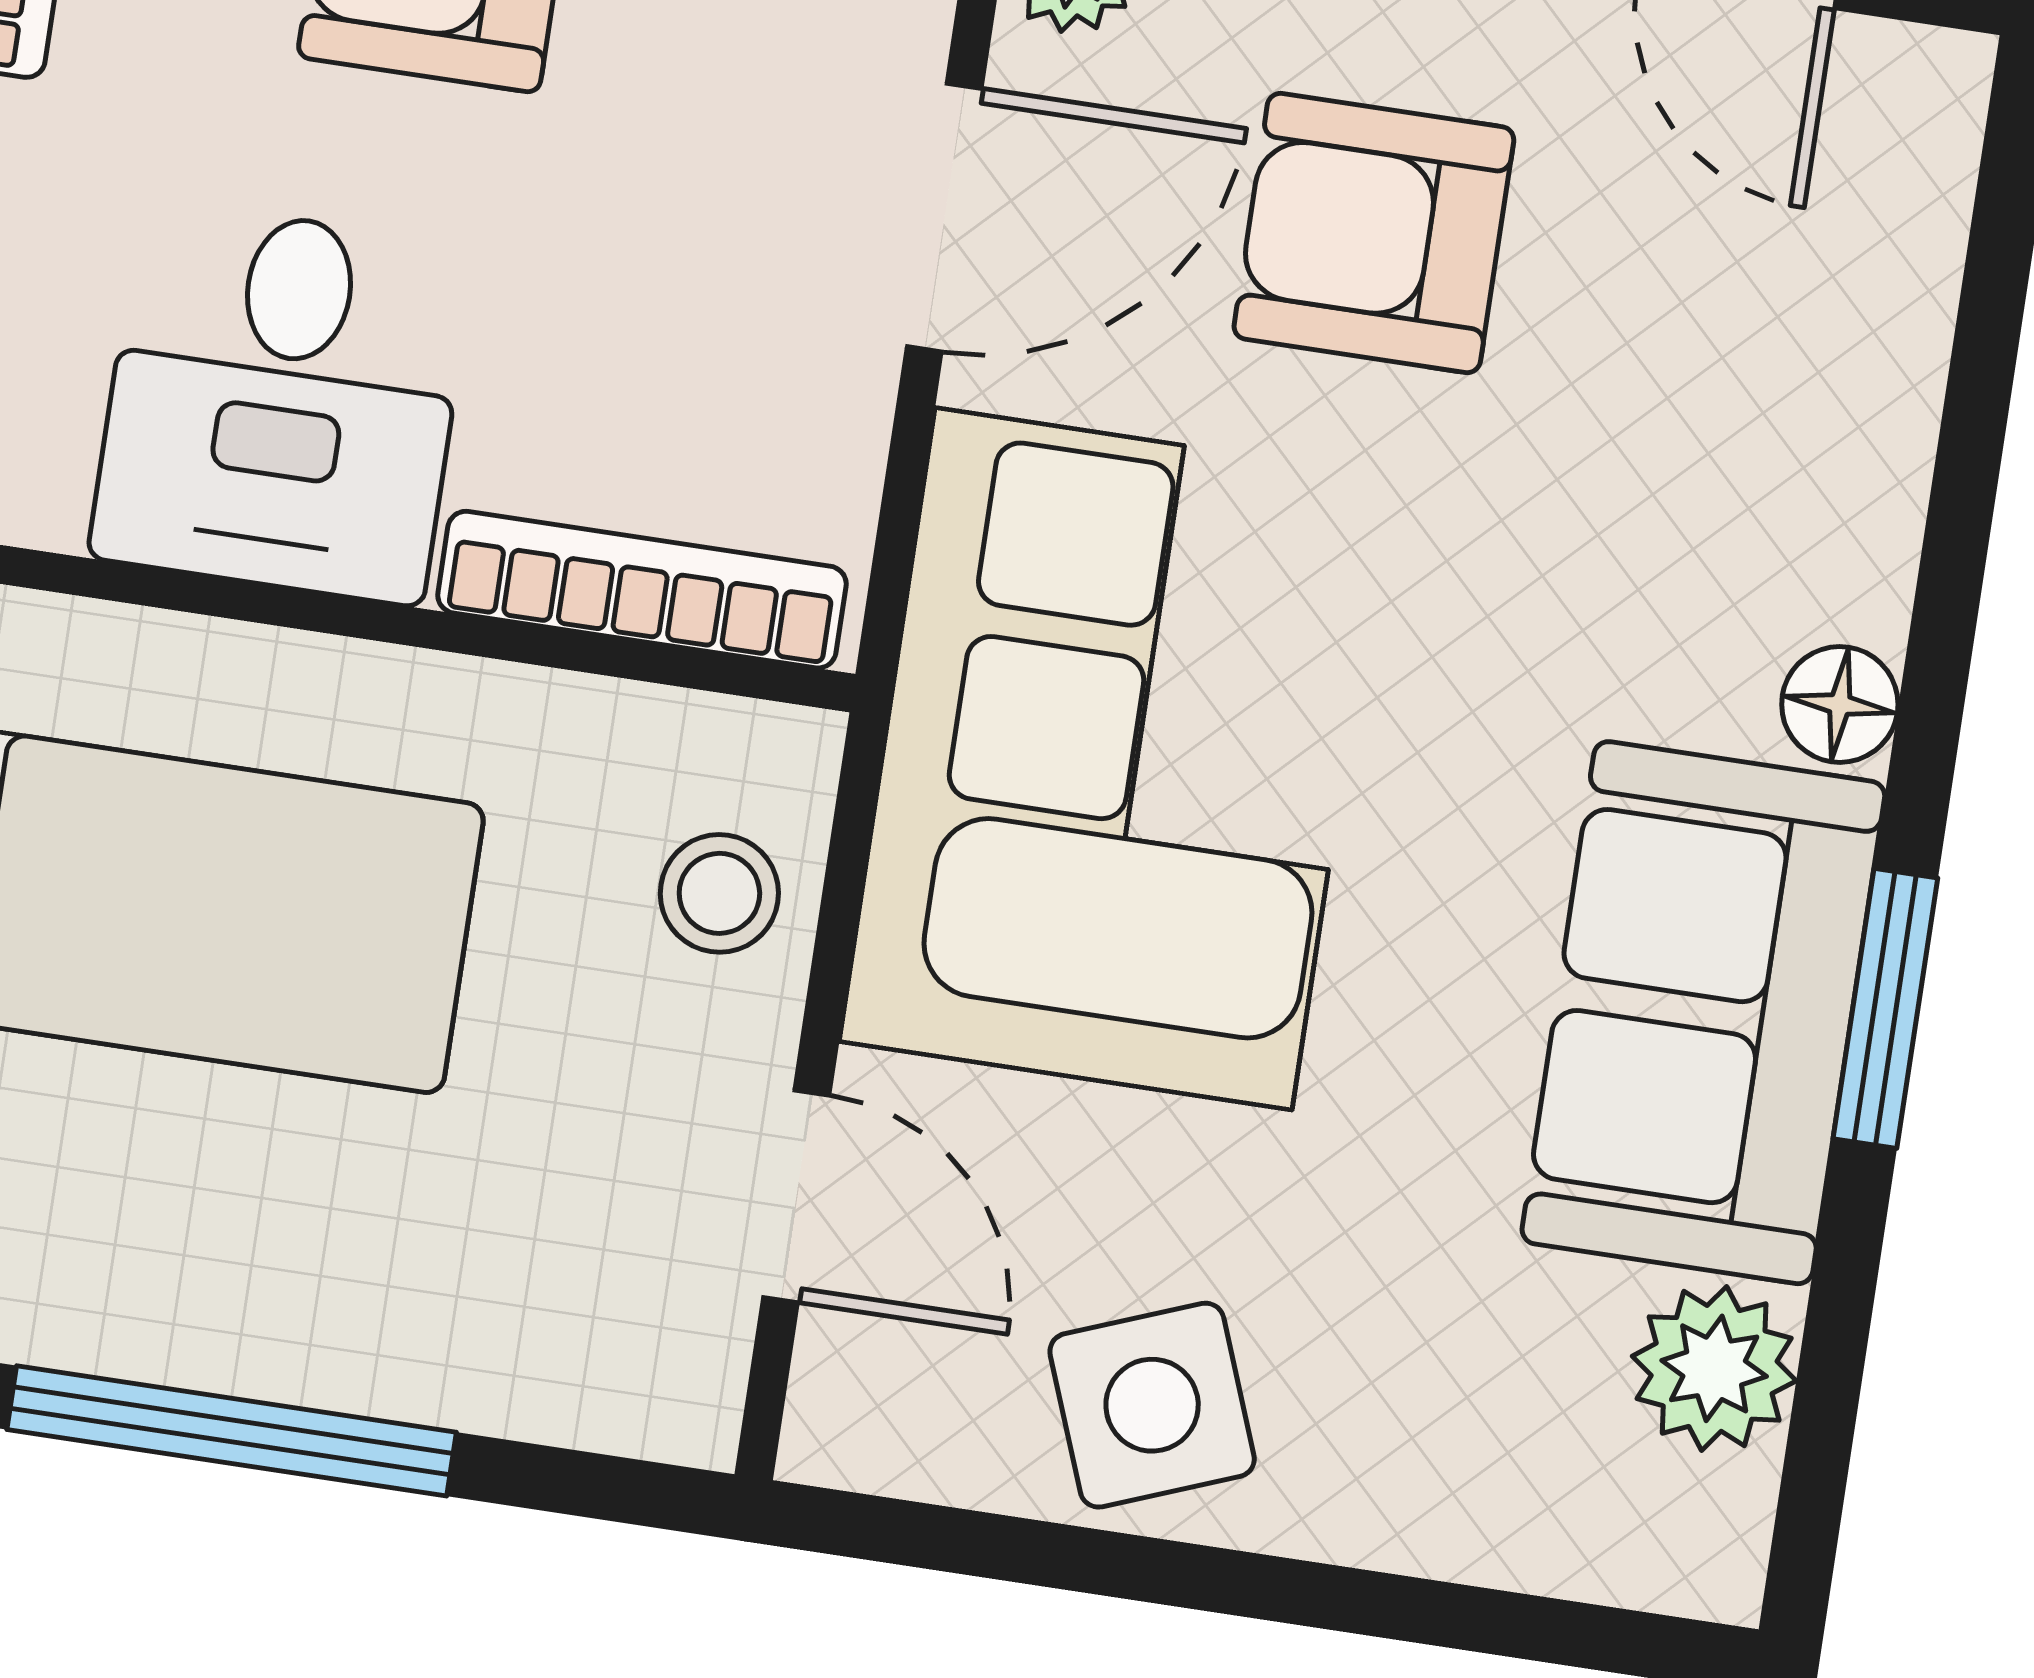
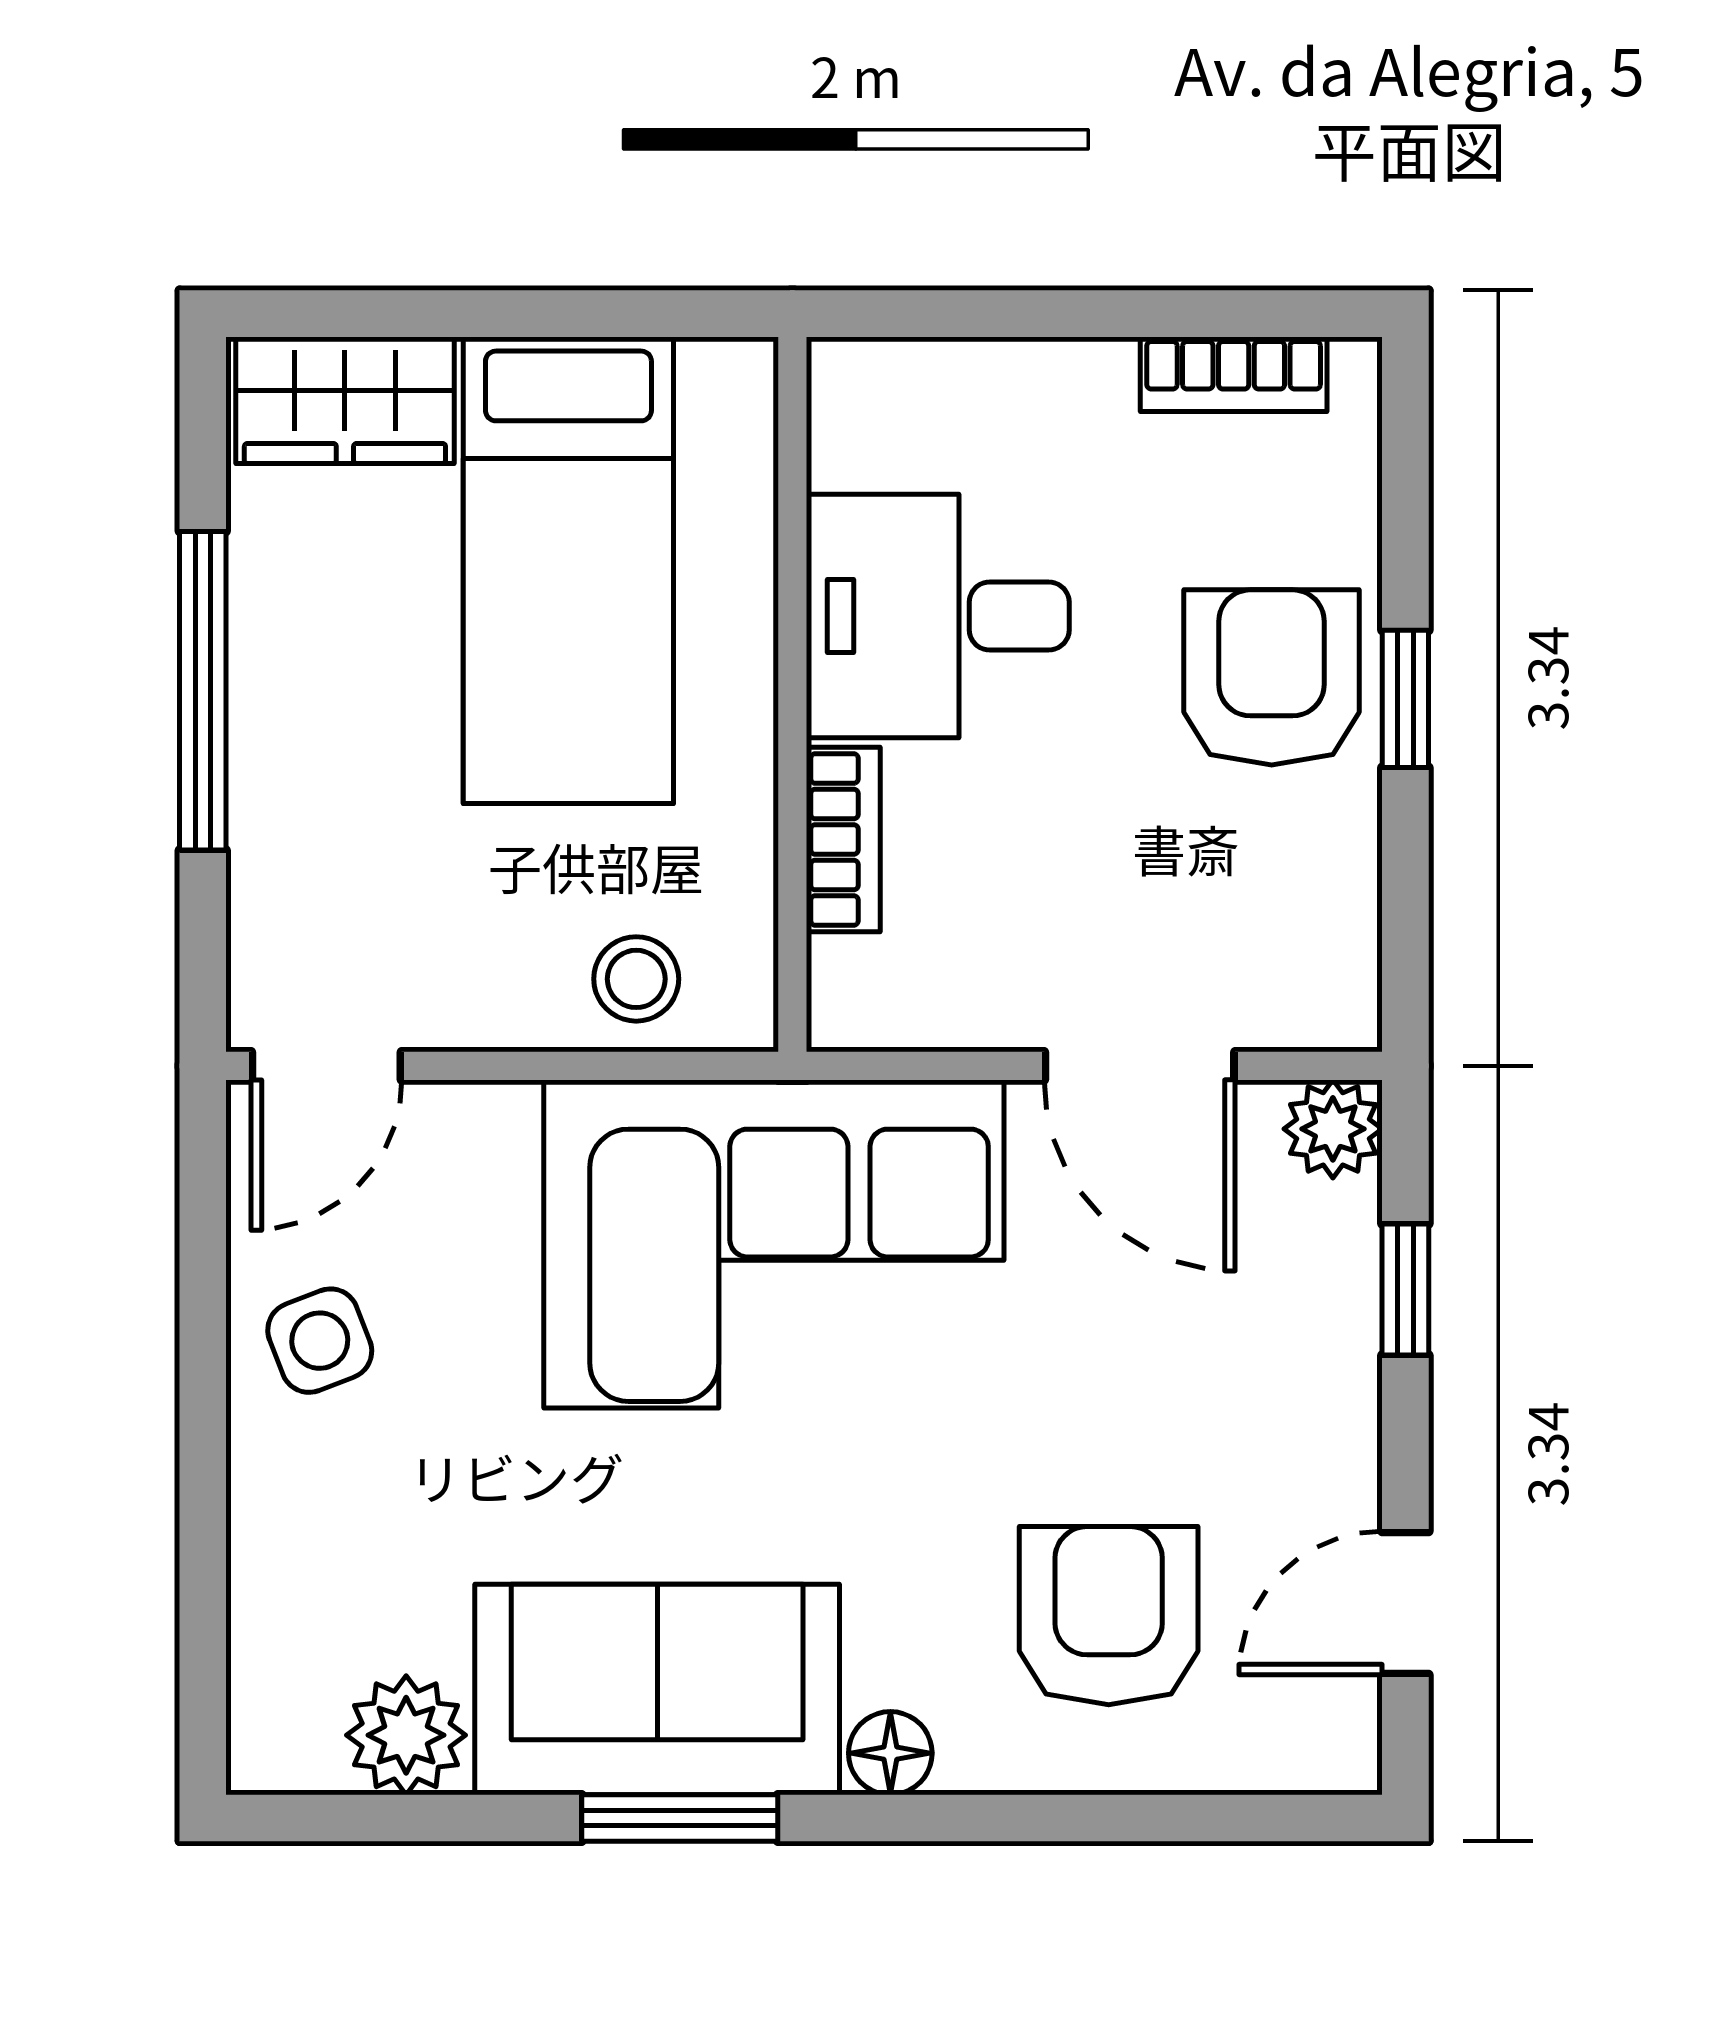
armchair: (1374, 233) -> (1109, 1616), moved
bookcase: (642, 590) -> (843, 840), width x0.64
door: (796, 1196) -> (326, 1066), moved
side table: (1152, 1405) -> (320, 1341), width x0.73, depth x0.73

